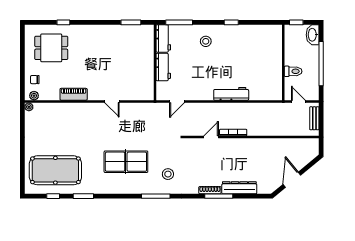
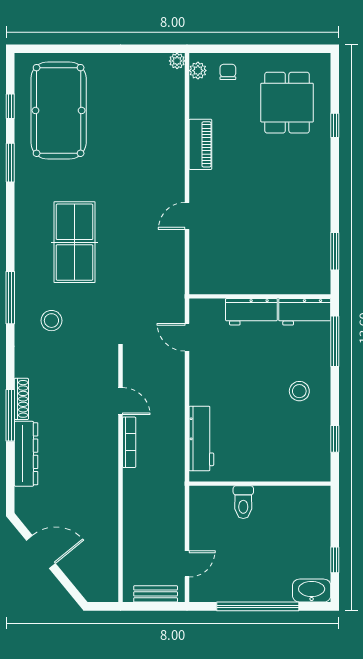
wall: (283, 62) -> (260, 484), moved
toilet: (293, 71) -> (243, 502), moved

